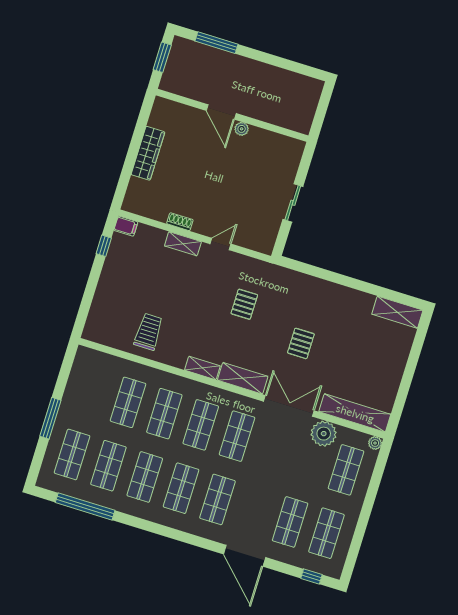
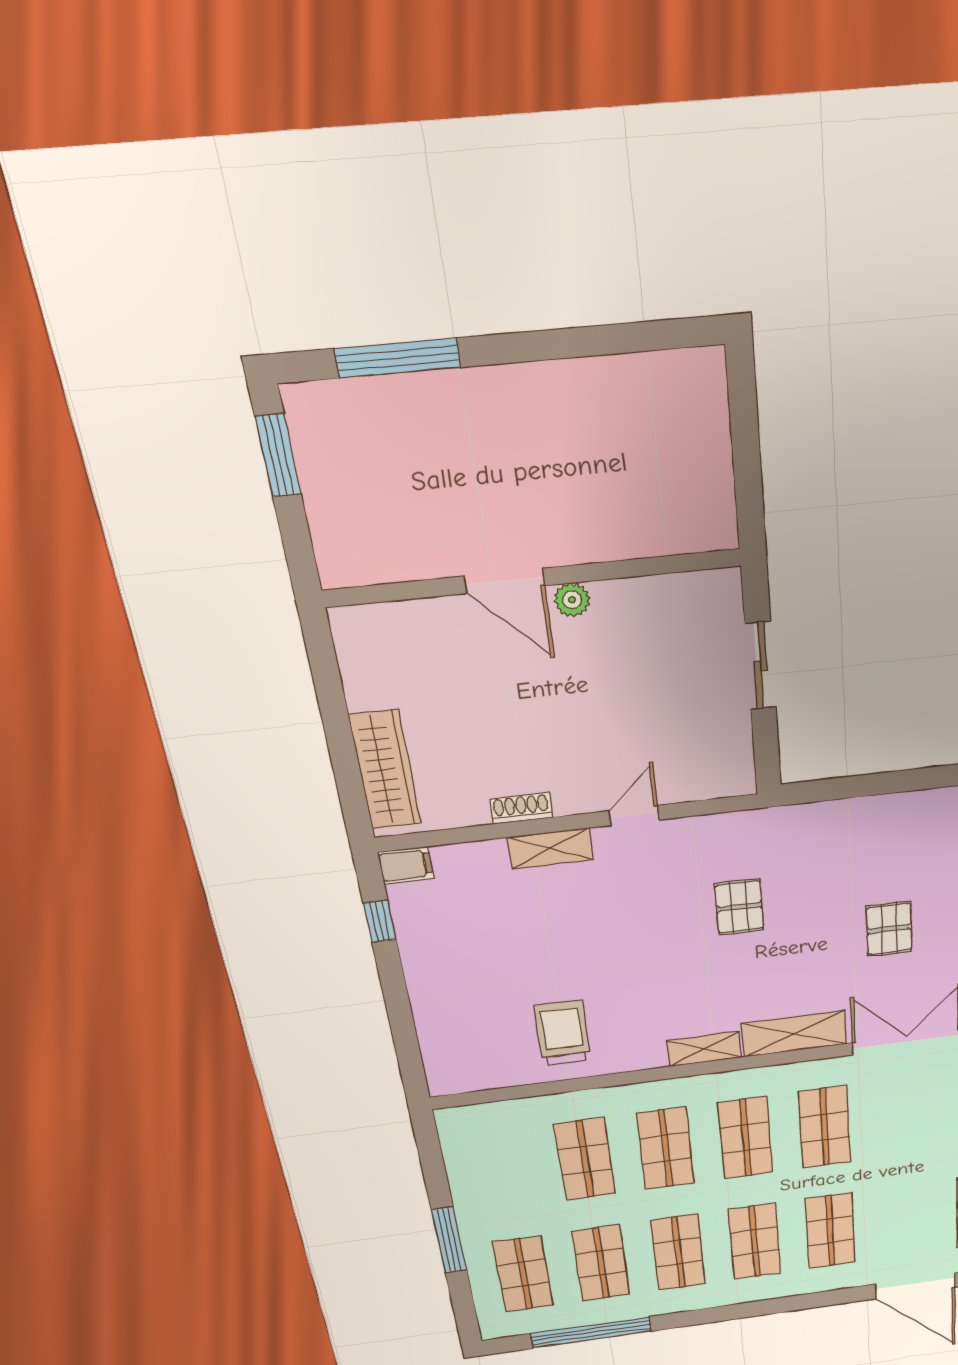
door: (221, 112) -> (505, 581), moved
wall: (232, 115) -> (534, 578), moved
plant: (242, 129) -> (572, 600), moved
wardrobe: (148, 153) -> (385, 770), moved

